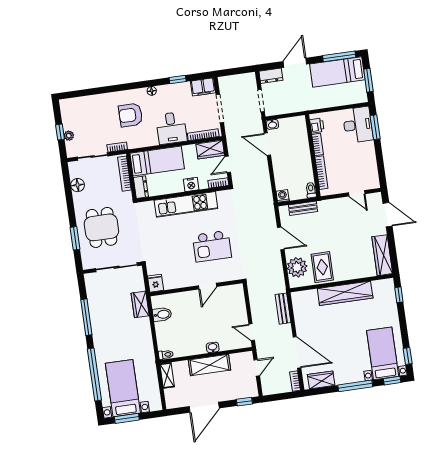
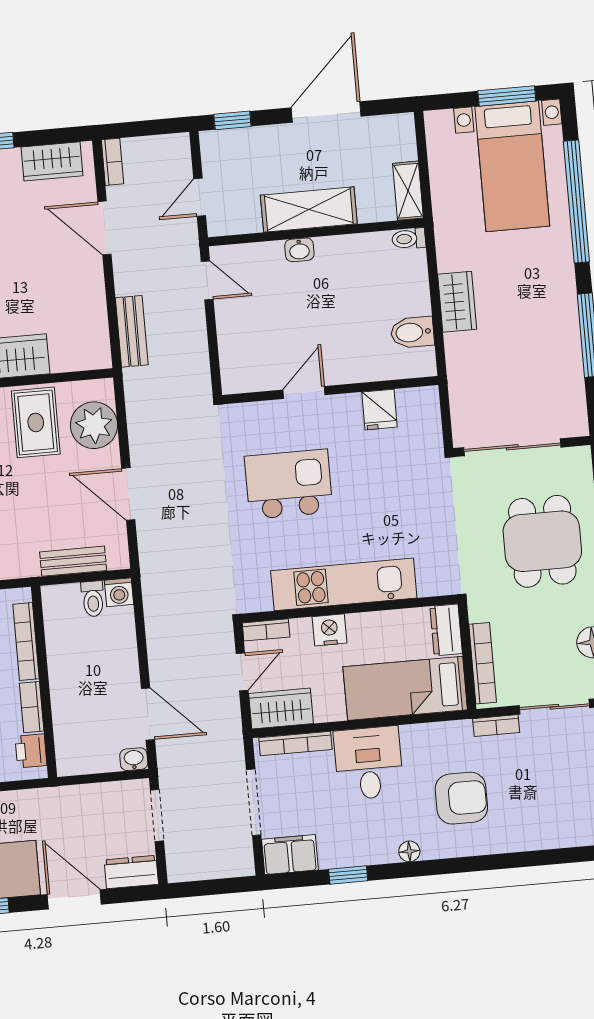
door: (295, 63) -> (74, 899), swing flipped
toilet: (311, 190) -> (93, 599), moved
fridge: (155, 283) -> (380, 410), moved
wardrobe: (140, 304) -> (457, 302), moved
door: (297, 352) -> (105, 228), width x0.73

